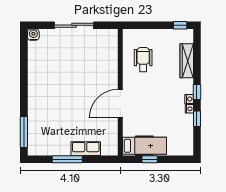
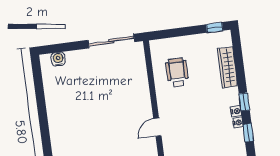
sliding door: (74, 25) -> (111, 41), moved
water cooler: (33, 35) -> (58, 59), moved
door: (120, 104) -> (157, 127), width x0.53

